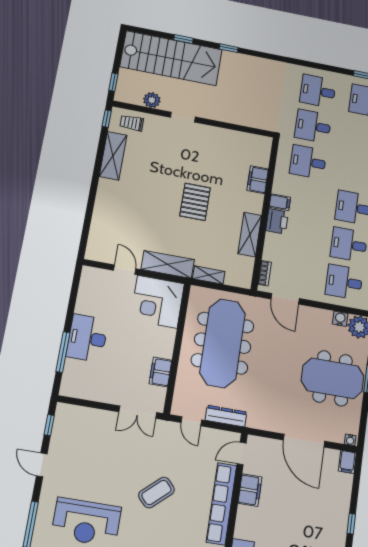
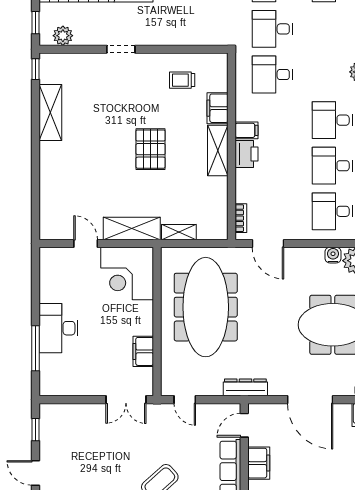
plant: (152, 100) -> (63, 36), moved
trolley: (132, 123) -> (182, 80), moved
shelving: (250, 234) -> (218, 151), moved
dresser: (226, 416) -> (245, 387), moved

